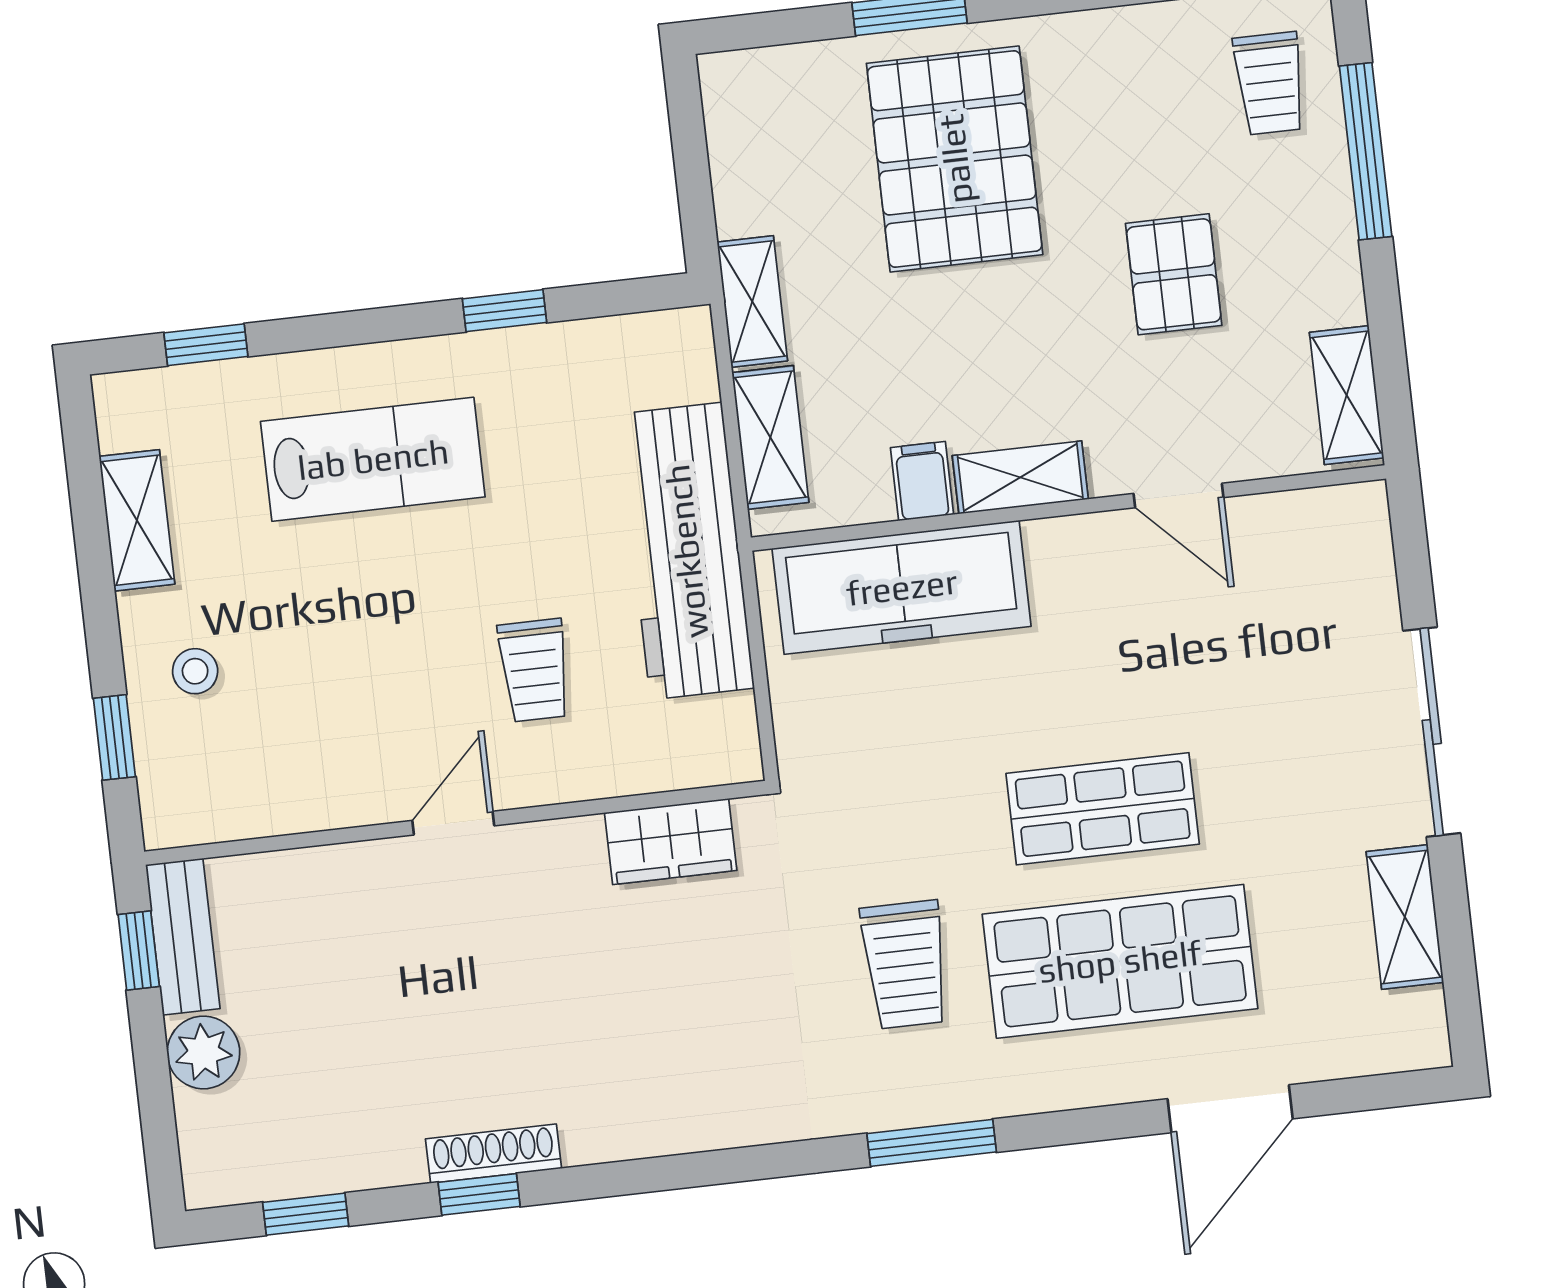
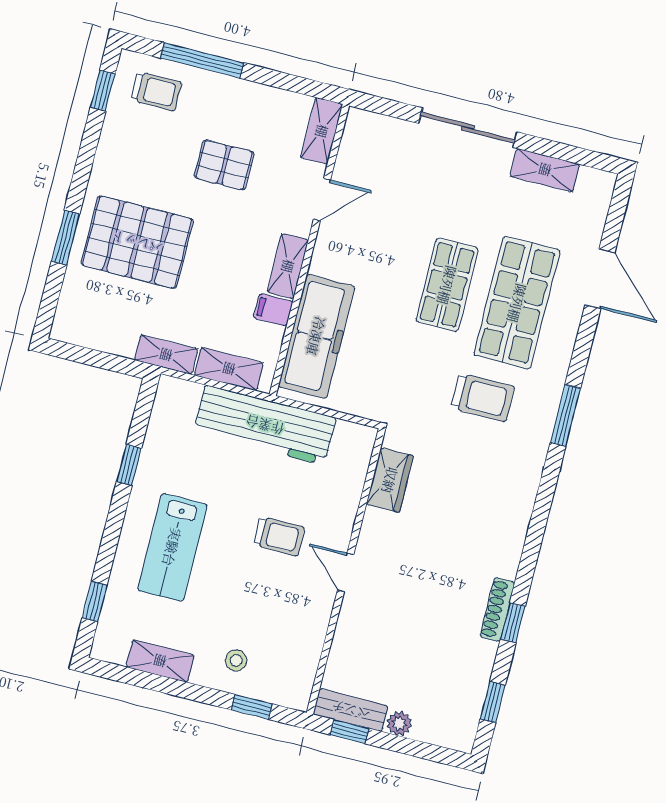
shelving: (1347, 395) -> (322, 131), moved, turned 90
lab bench: (373, 459) -> (172, 547), turned 180
trolley: (534, 670) -> (279, 536), moved
plant: (203, 1052) -> (399, 723), width x0.73, depth x0.73

